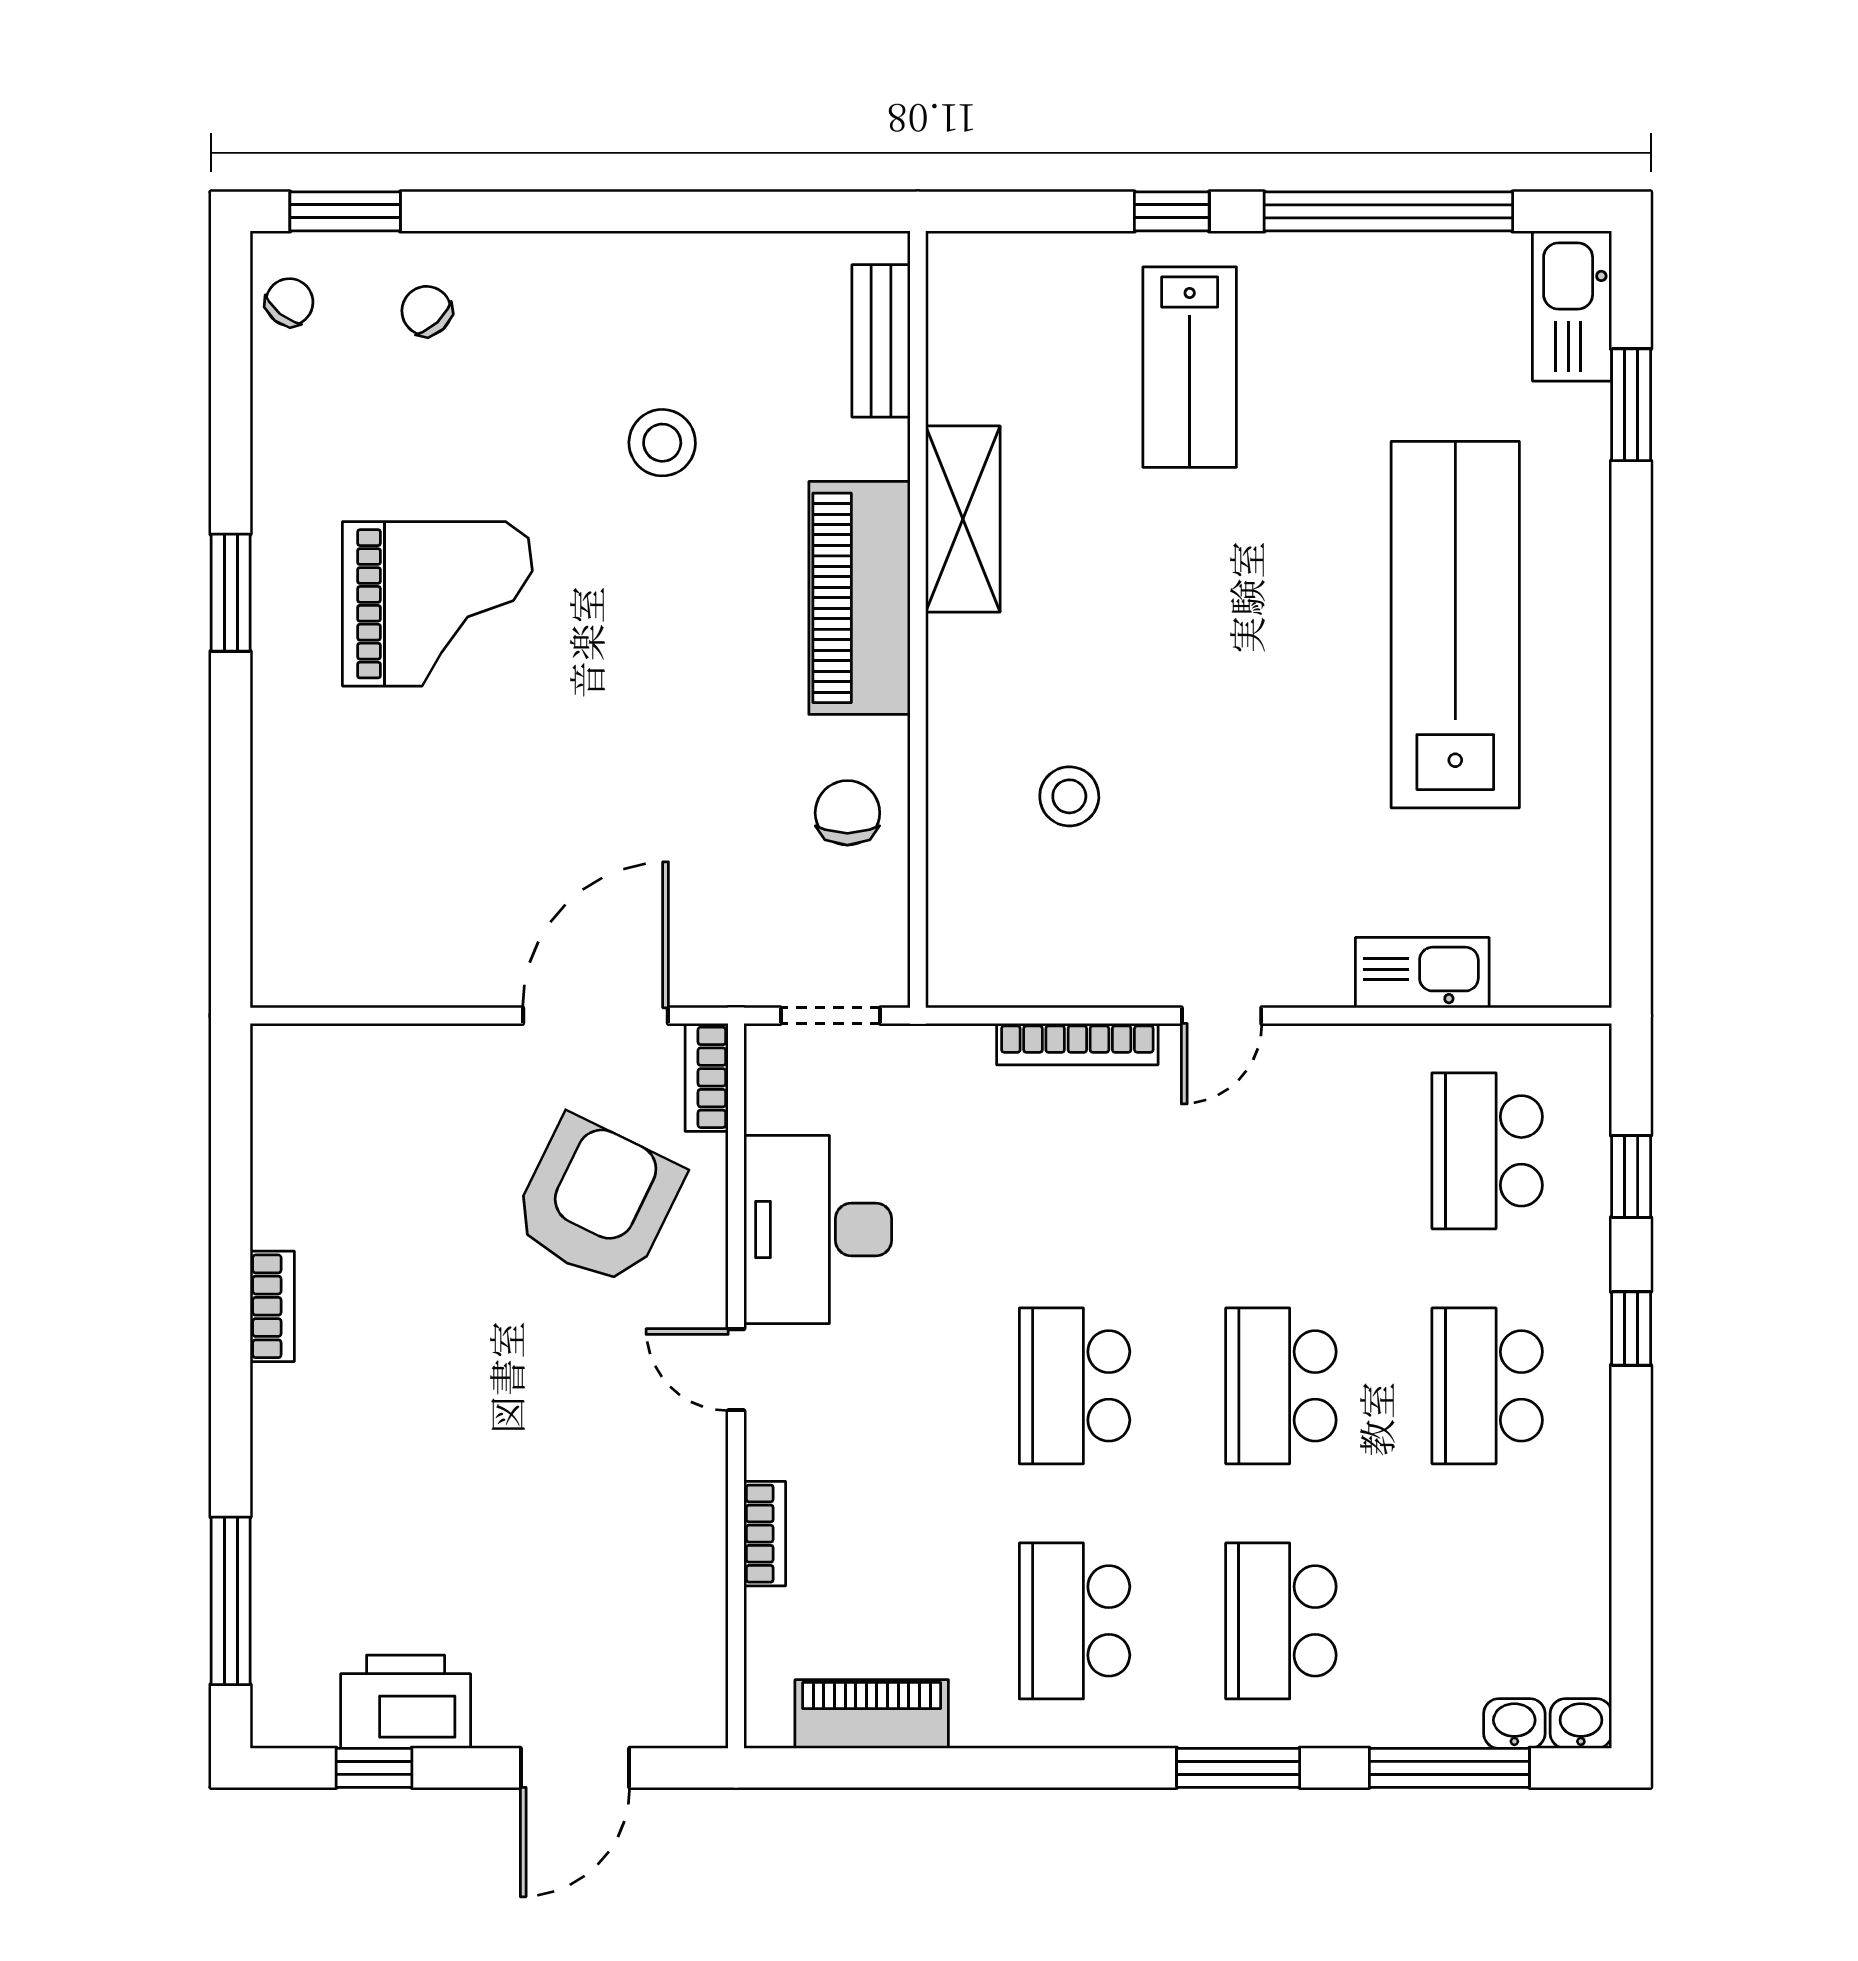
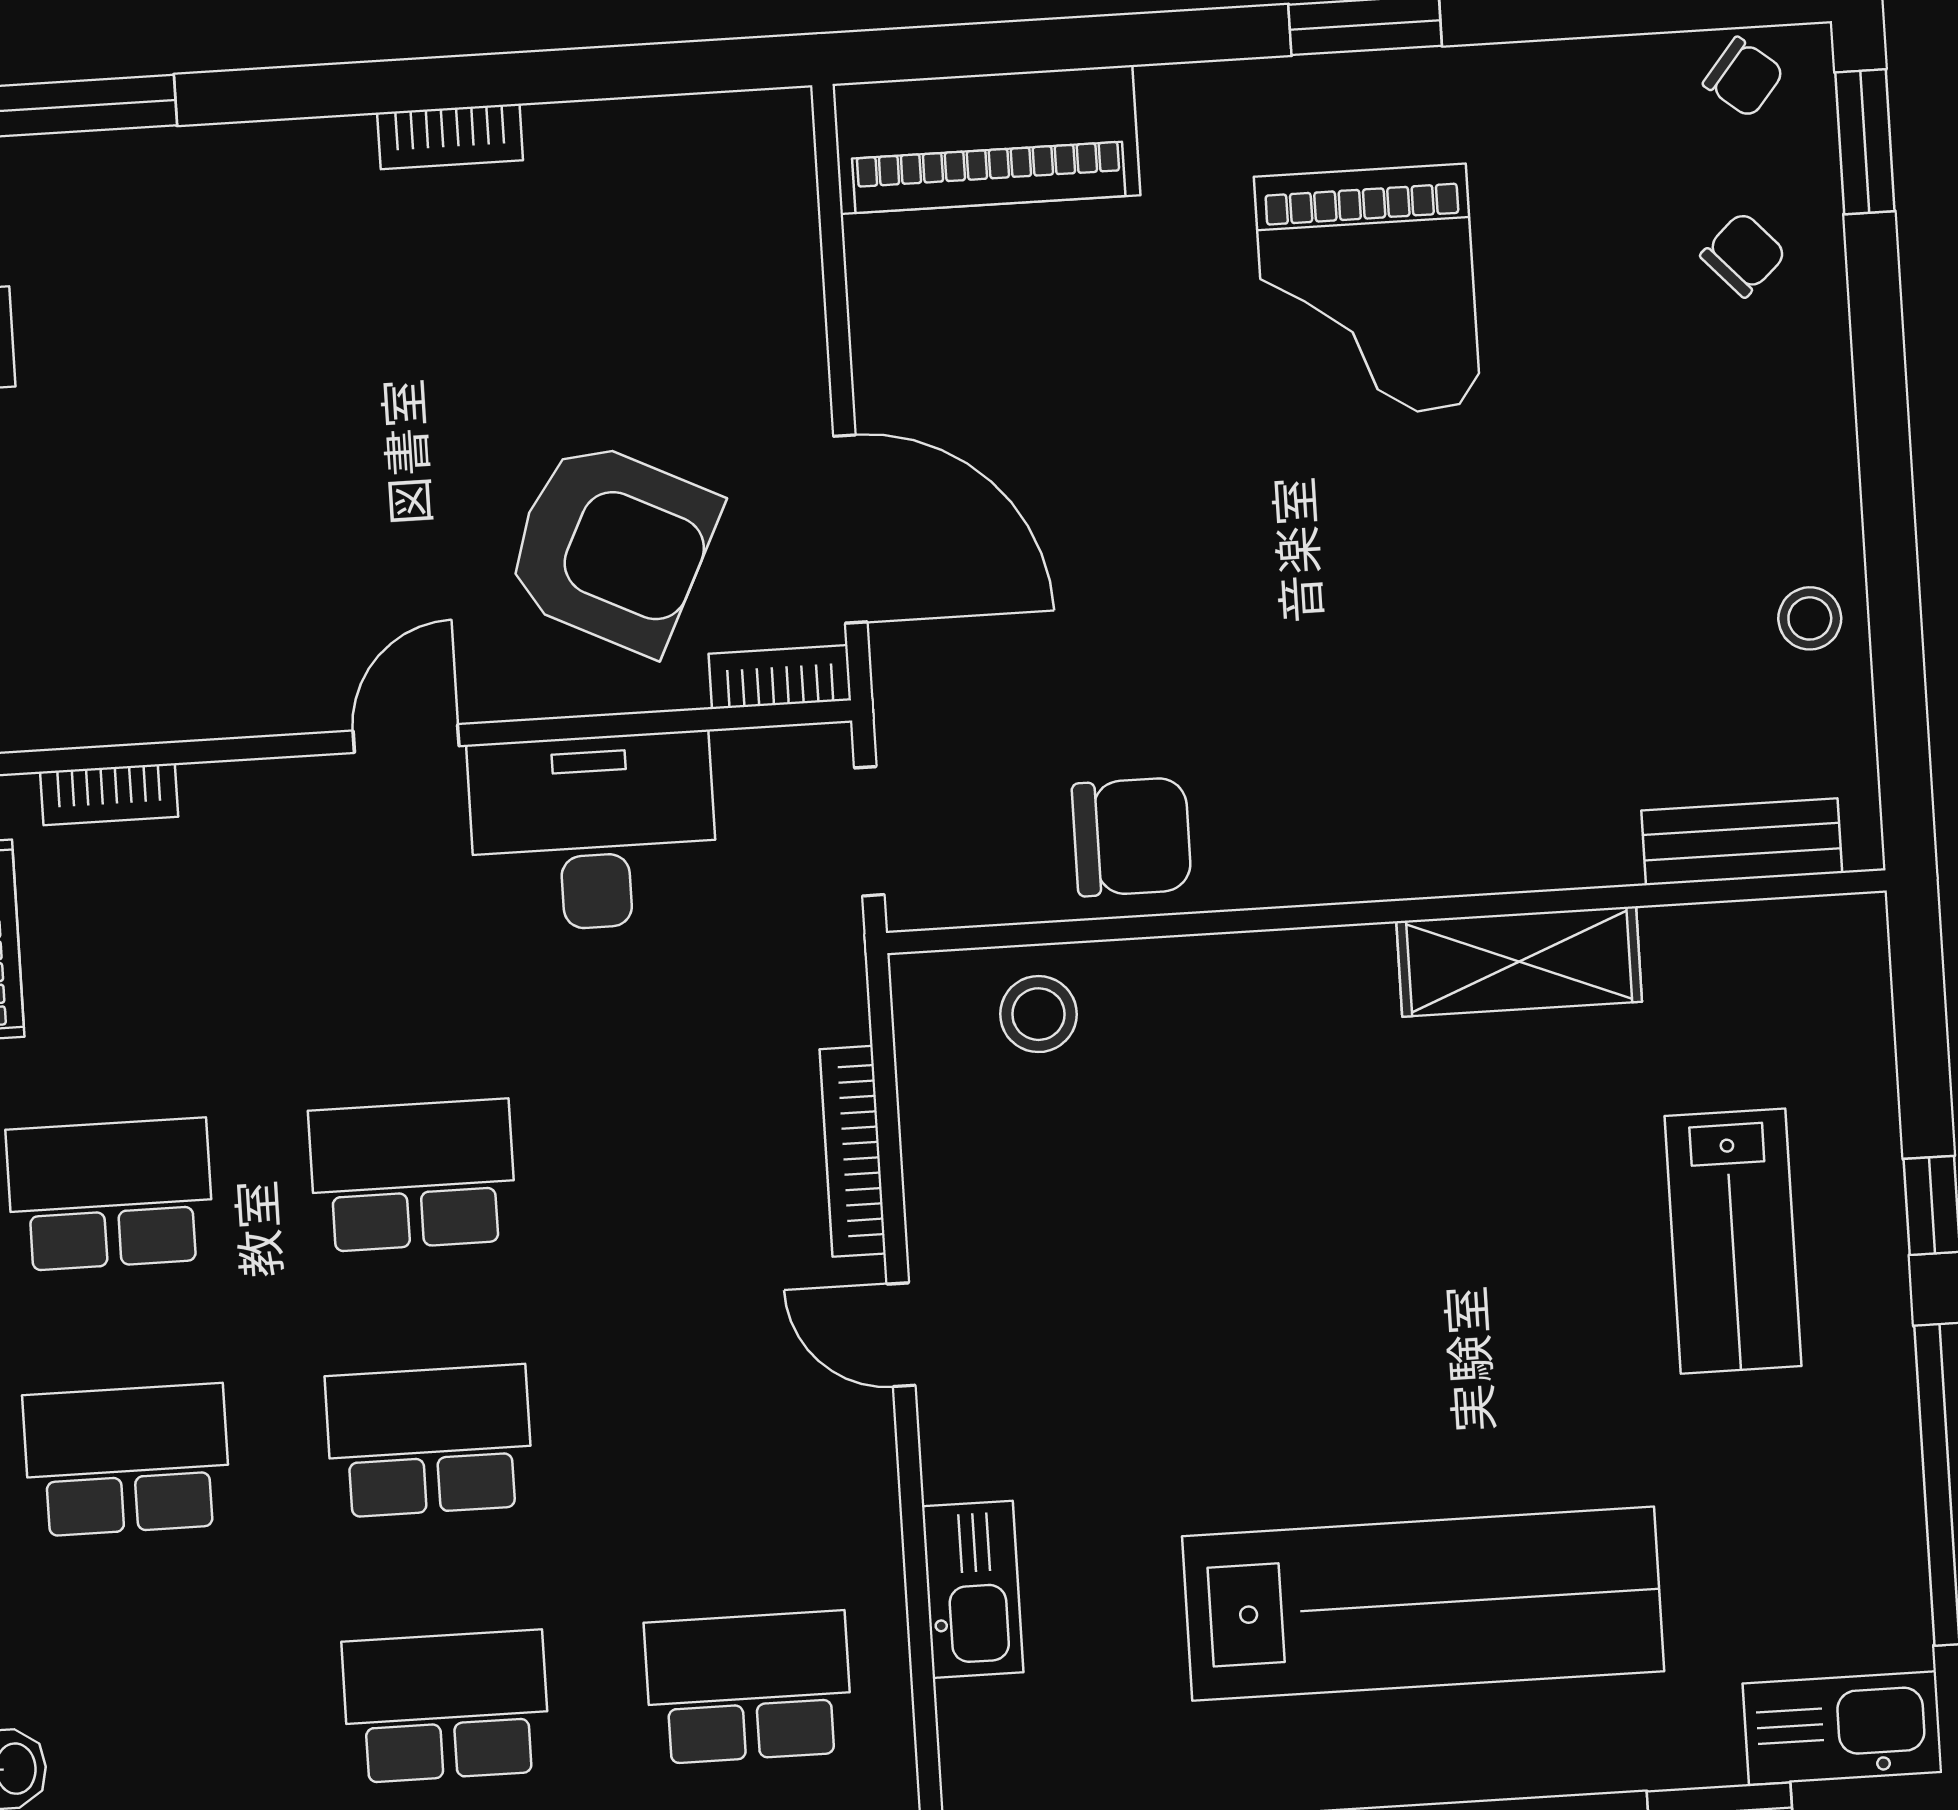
lab bench: (1190, 367) -> (1733, 1241), turned -90
stool: (662, 443) -> (1810, 618), moved, width x0.73, depth x0.73
piano: (859, 598) -> (986, 140), moved, turned 180
stool: (1069, 796) -> (1038, 1014), moved
chair: (847, 813) -> (1132, 837), width x1.37, depth x1.37
bookcase: (765, 1534) -> (109, 794), moved

